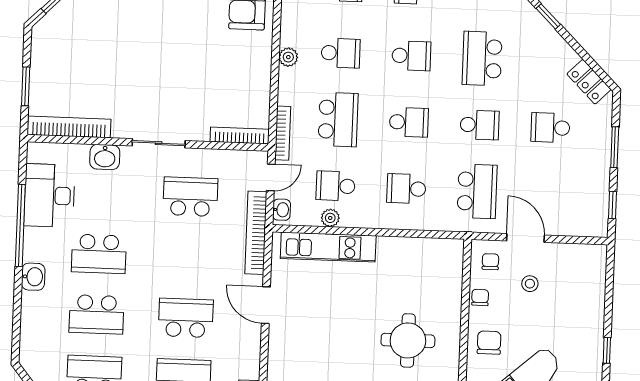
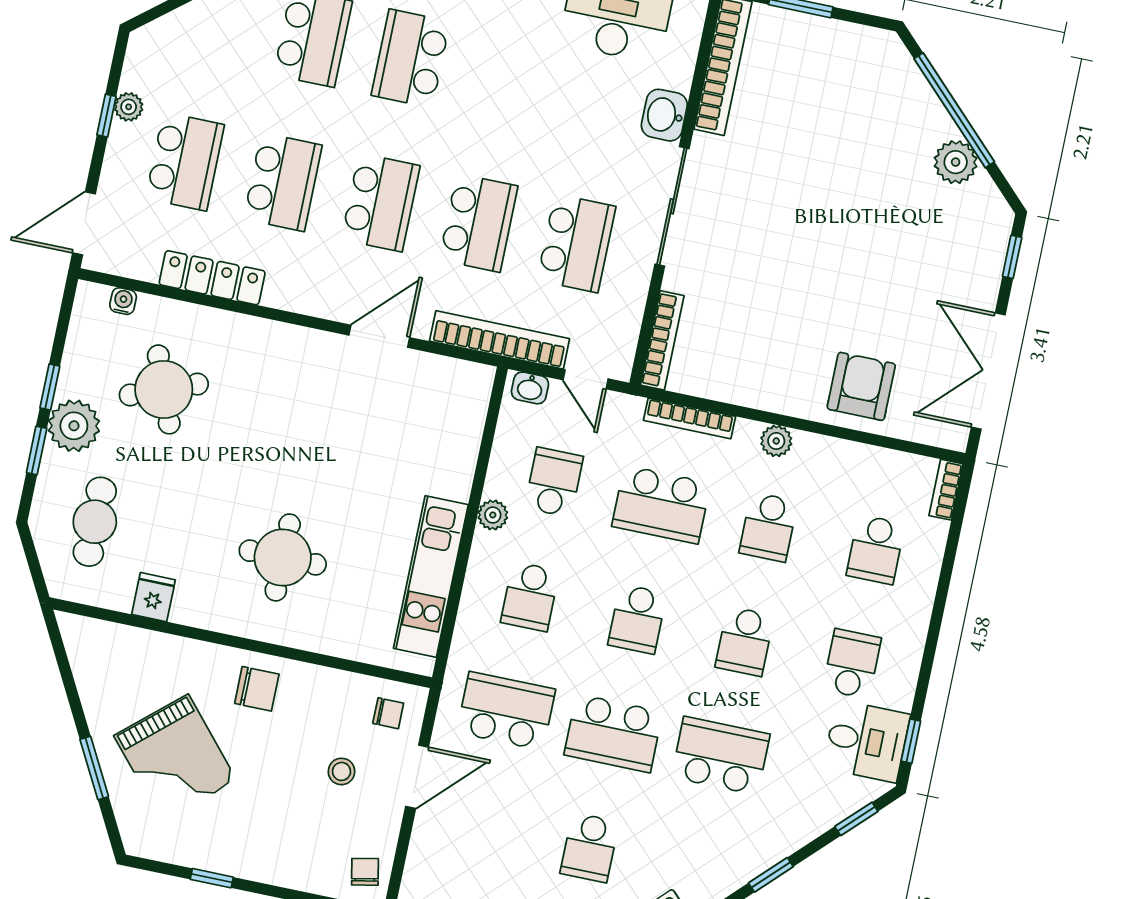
school desk: (480, 125) -> (613, 733), width x1.85
school desk: (550, 128) -> (589, 848), turned 180
bookcase: (283, 133) -> (689, 418), moved
sliding door: (159, 143) -> (672, 206), width x1.37
school desk: (406, 189) -> (530, 597), turned 180
school desk: (477, 191) -> (506, 711), turned 180
plant: (330, 218) -> (493, 515), moved
kitchen unit: (328, 247) -> (431, 576), moved
school desk: (99, 254) -> (478, 223), moved, turned 180
chair: (480, 297) -> (365, 872), moved, turned -101

